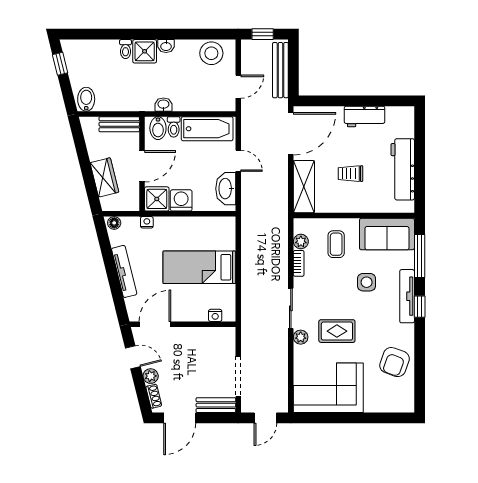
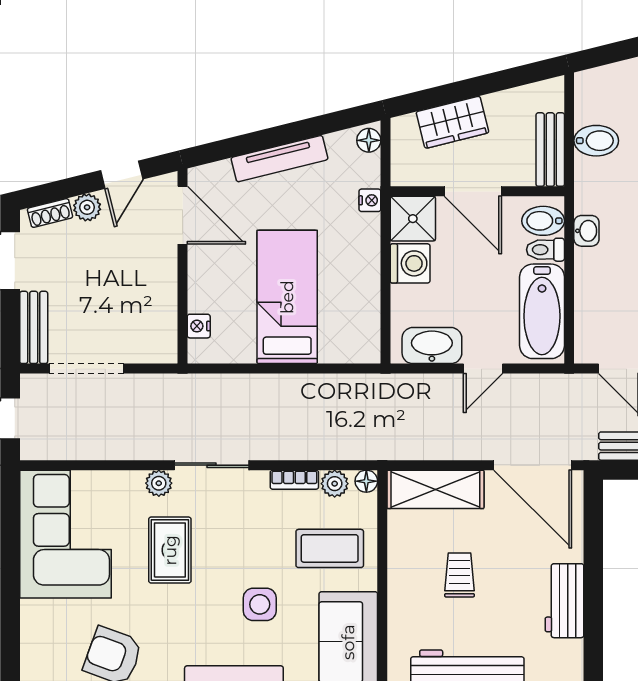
bidet: (86, 99) -> (596, 141), moved
floor lamp: (300, 224) -> (366, 481), added
coffee table: (336, 244) -> (330, 548), width x1.36, depth x1.30

